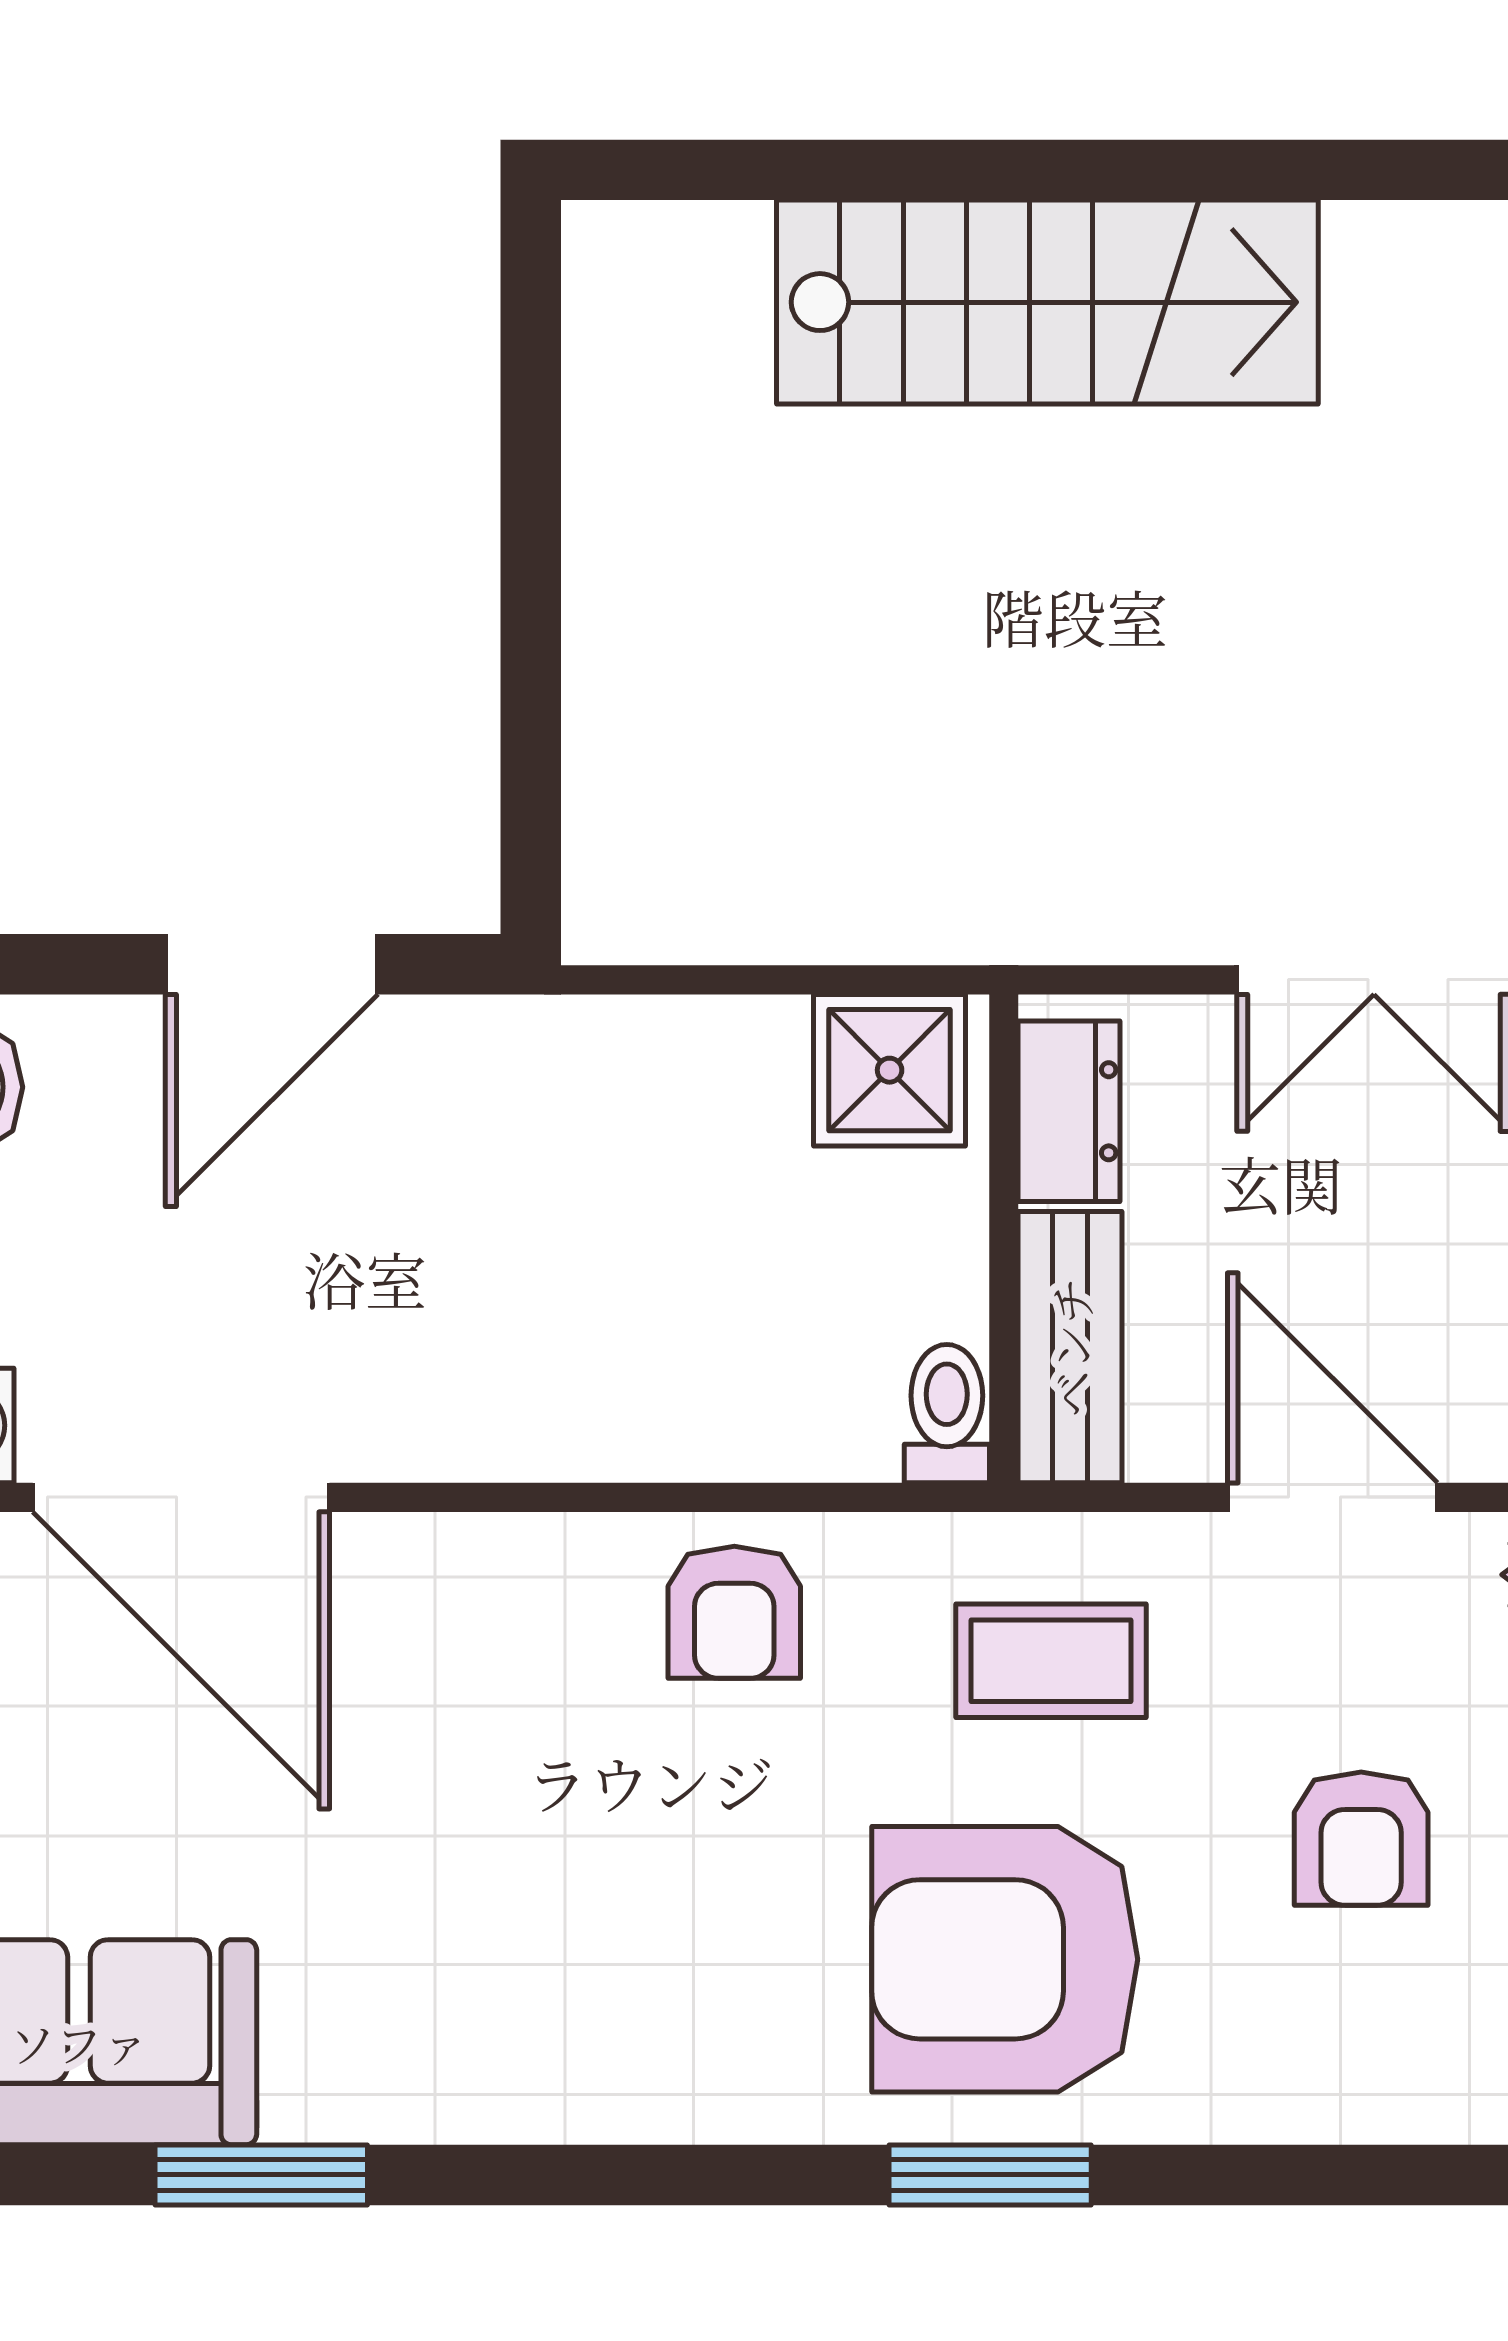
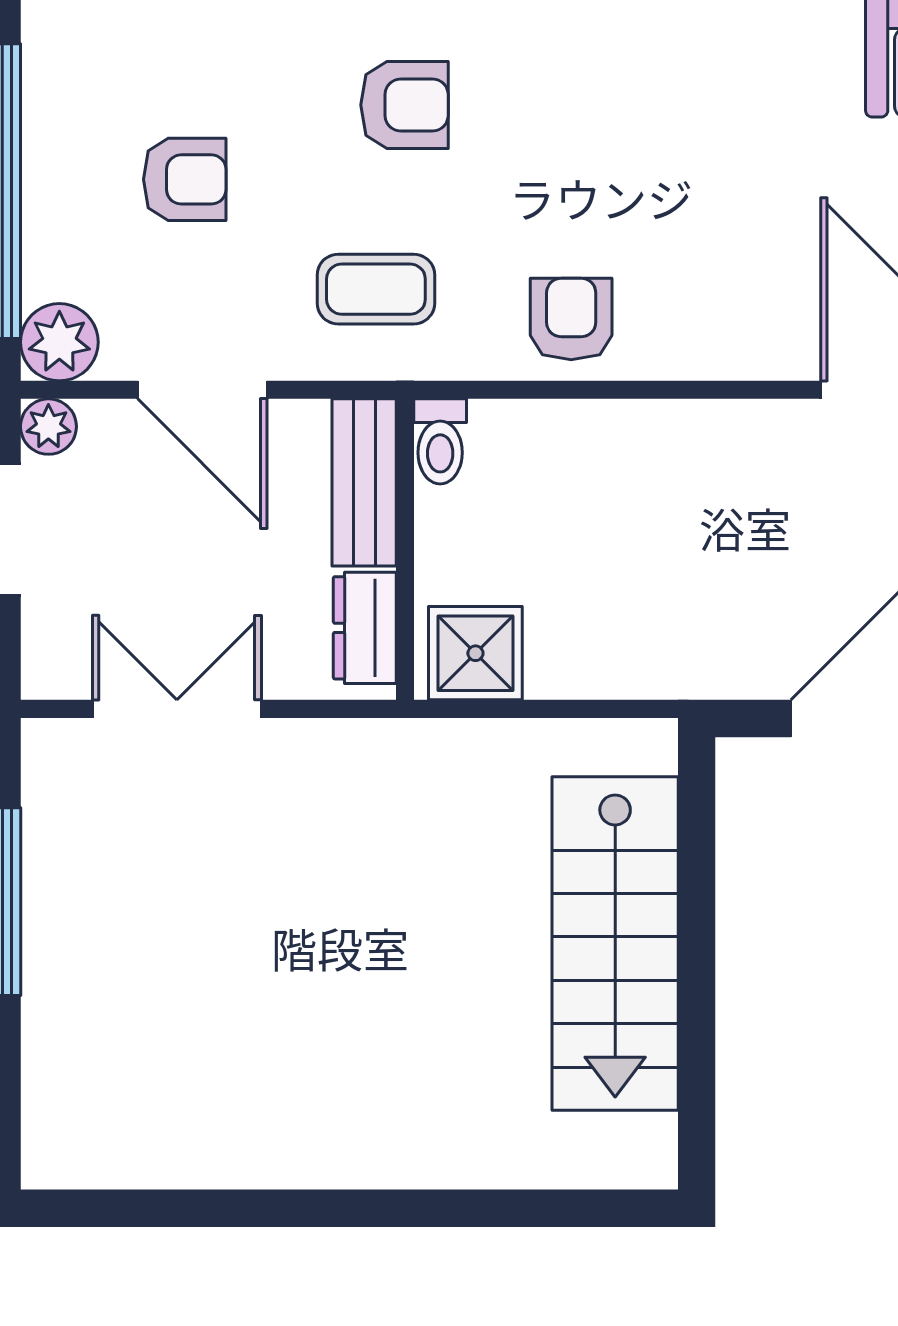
stairs: (1047, 302) -> (615, 944), moved, turned -90
armchair: (1361, 1839) -> (185, 179), turned 90
armchair: (1005, 1959) -> (404, 105), width x0.53, depth x0.53

